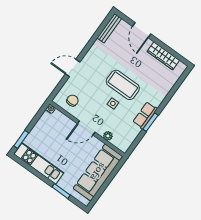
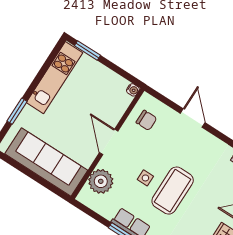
plant: (108, 136) -> (101, 181), width x1.88, depth x1.88

